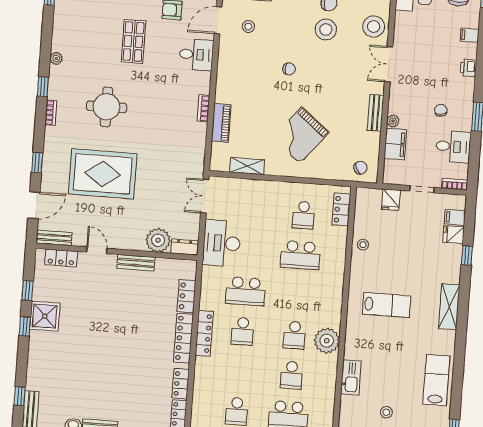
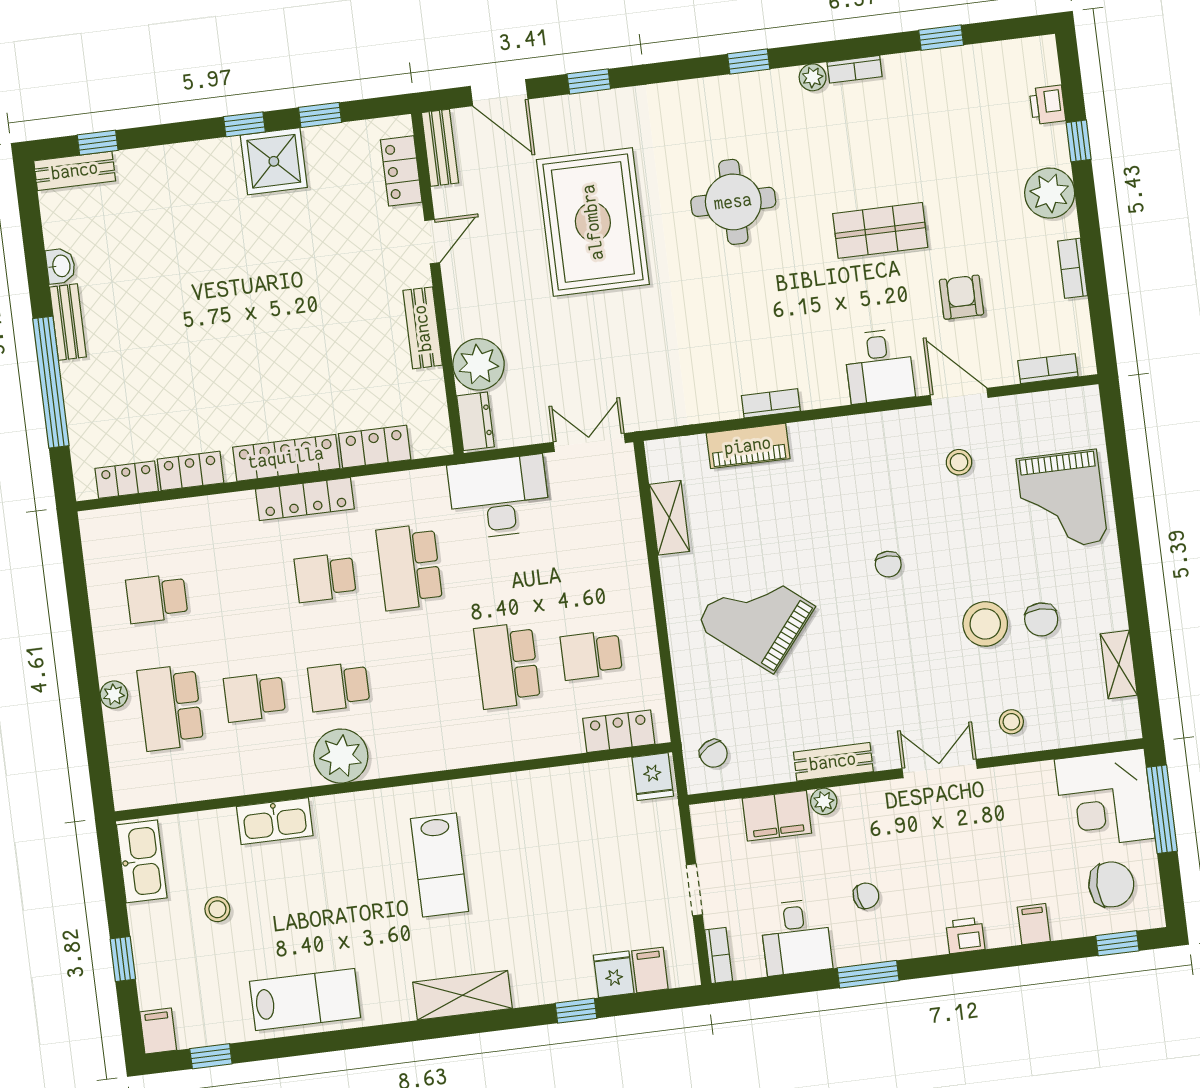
stool: (374, 27) -> (1011, 722), width x0.53, depth x0.53
bookcase: (51, 113) -> (855, 69), moved
fridge: (391, 200) -> (653, 777), moved, turned -90
stool: (363, 245) -> (555, 791), removed

